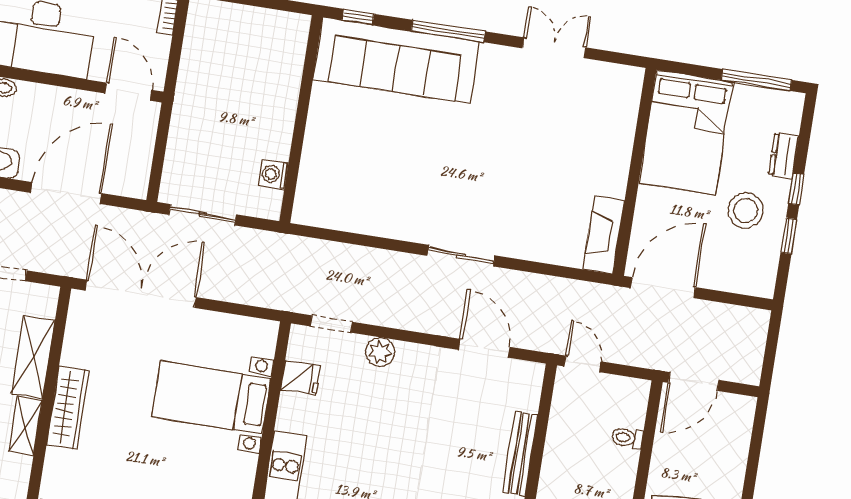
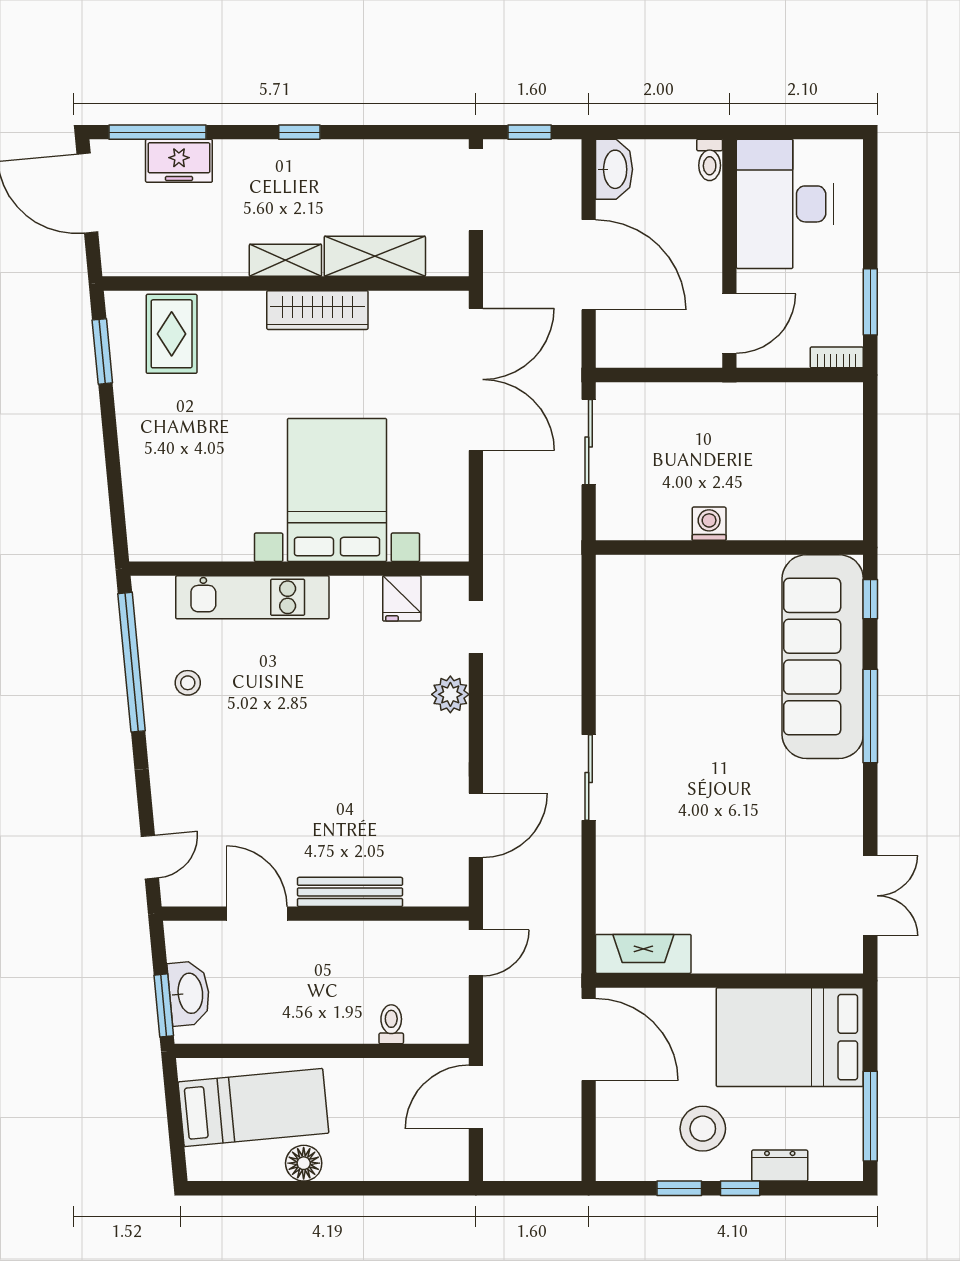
double door: (554, 48) -> (870, 896), moved
washing machine: (273, 174) -> (709, 524), moved
door: (694, 381) -> (476, 1097), hinge flipped
bed with nightstands: (211, 398) -> (337, 490), width x1.36

